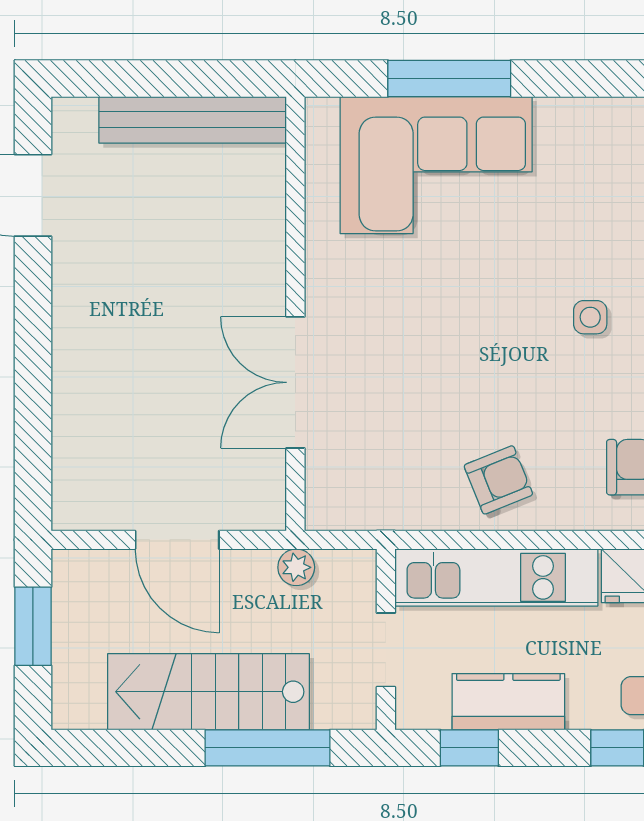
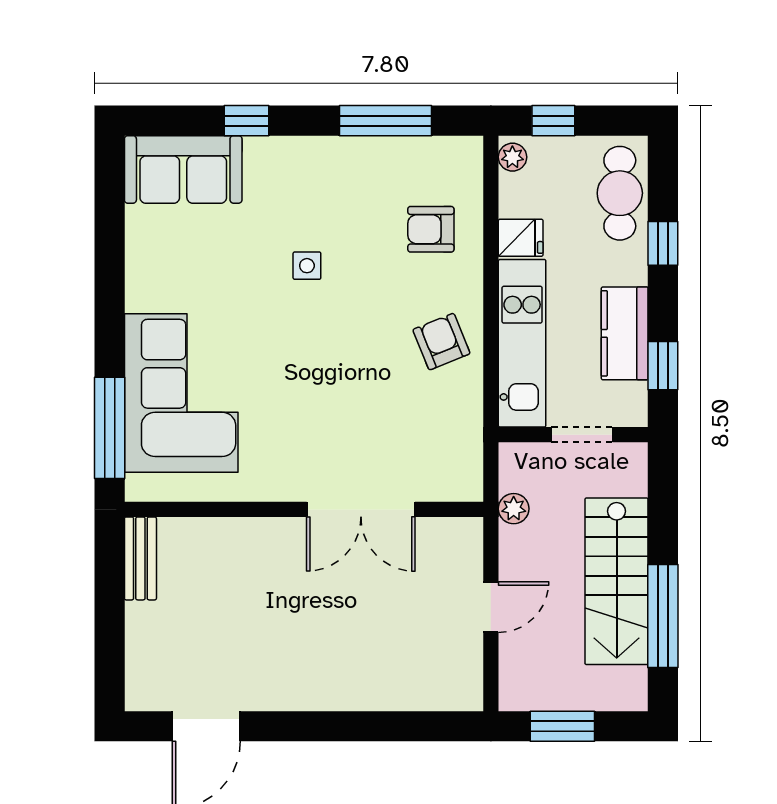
window: (449, 78) -> (110, 428), moved
bench: (193, 120) -> (140, 558), width x0.54, depth x0.82
door: (177, 540) -> (491, 607), width x0.73
window: (268, 748) -> (663, 616), moved

